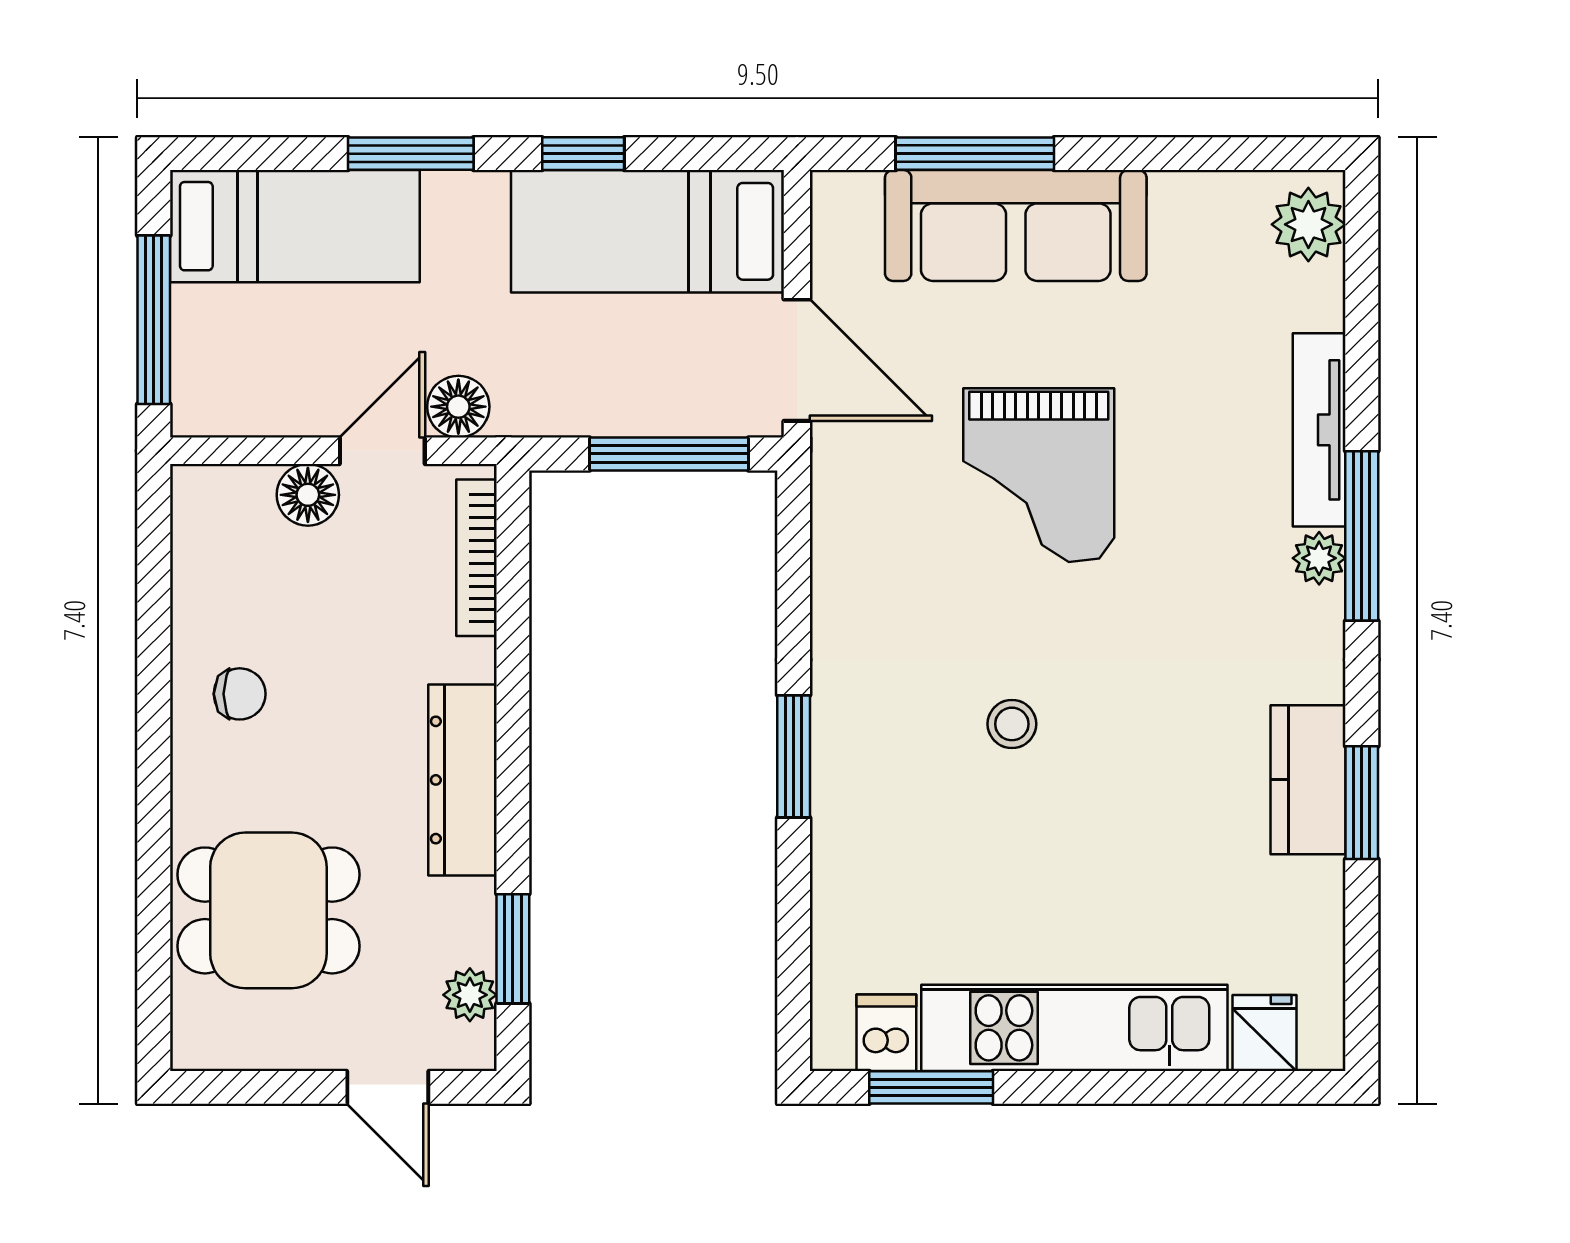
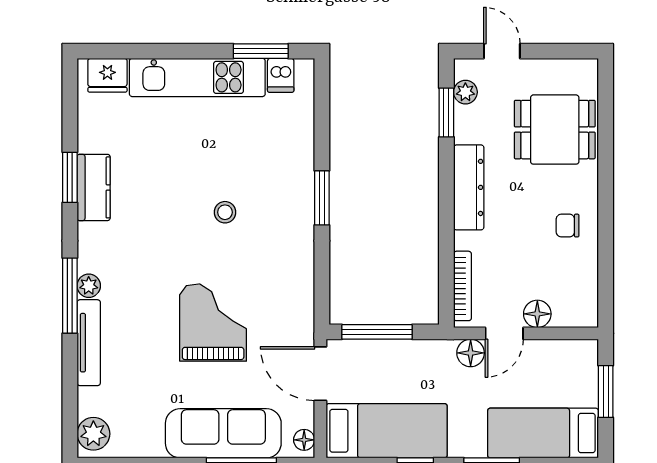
floor lamp: (834, 211) -> (304, 440), added
window: (154, 320) -> (606, 391), width x0.69
fridge: (1265, 1033) -> (107, 75), width x1.38

